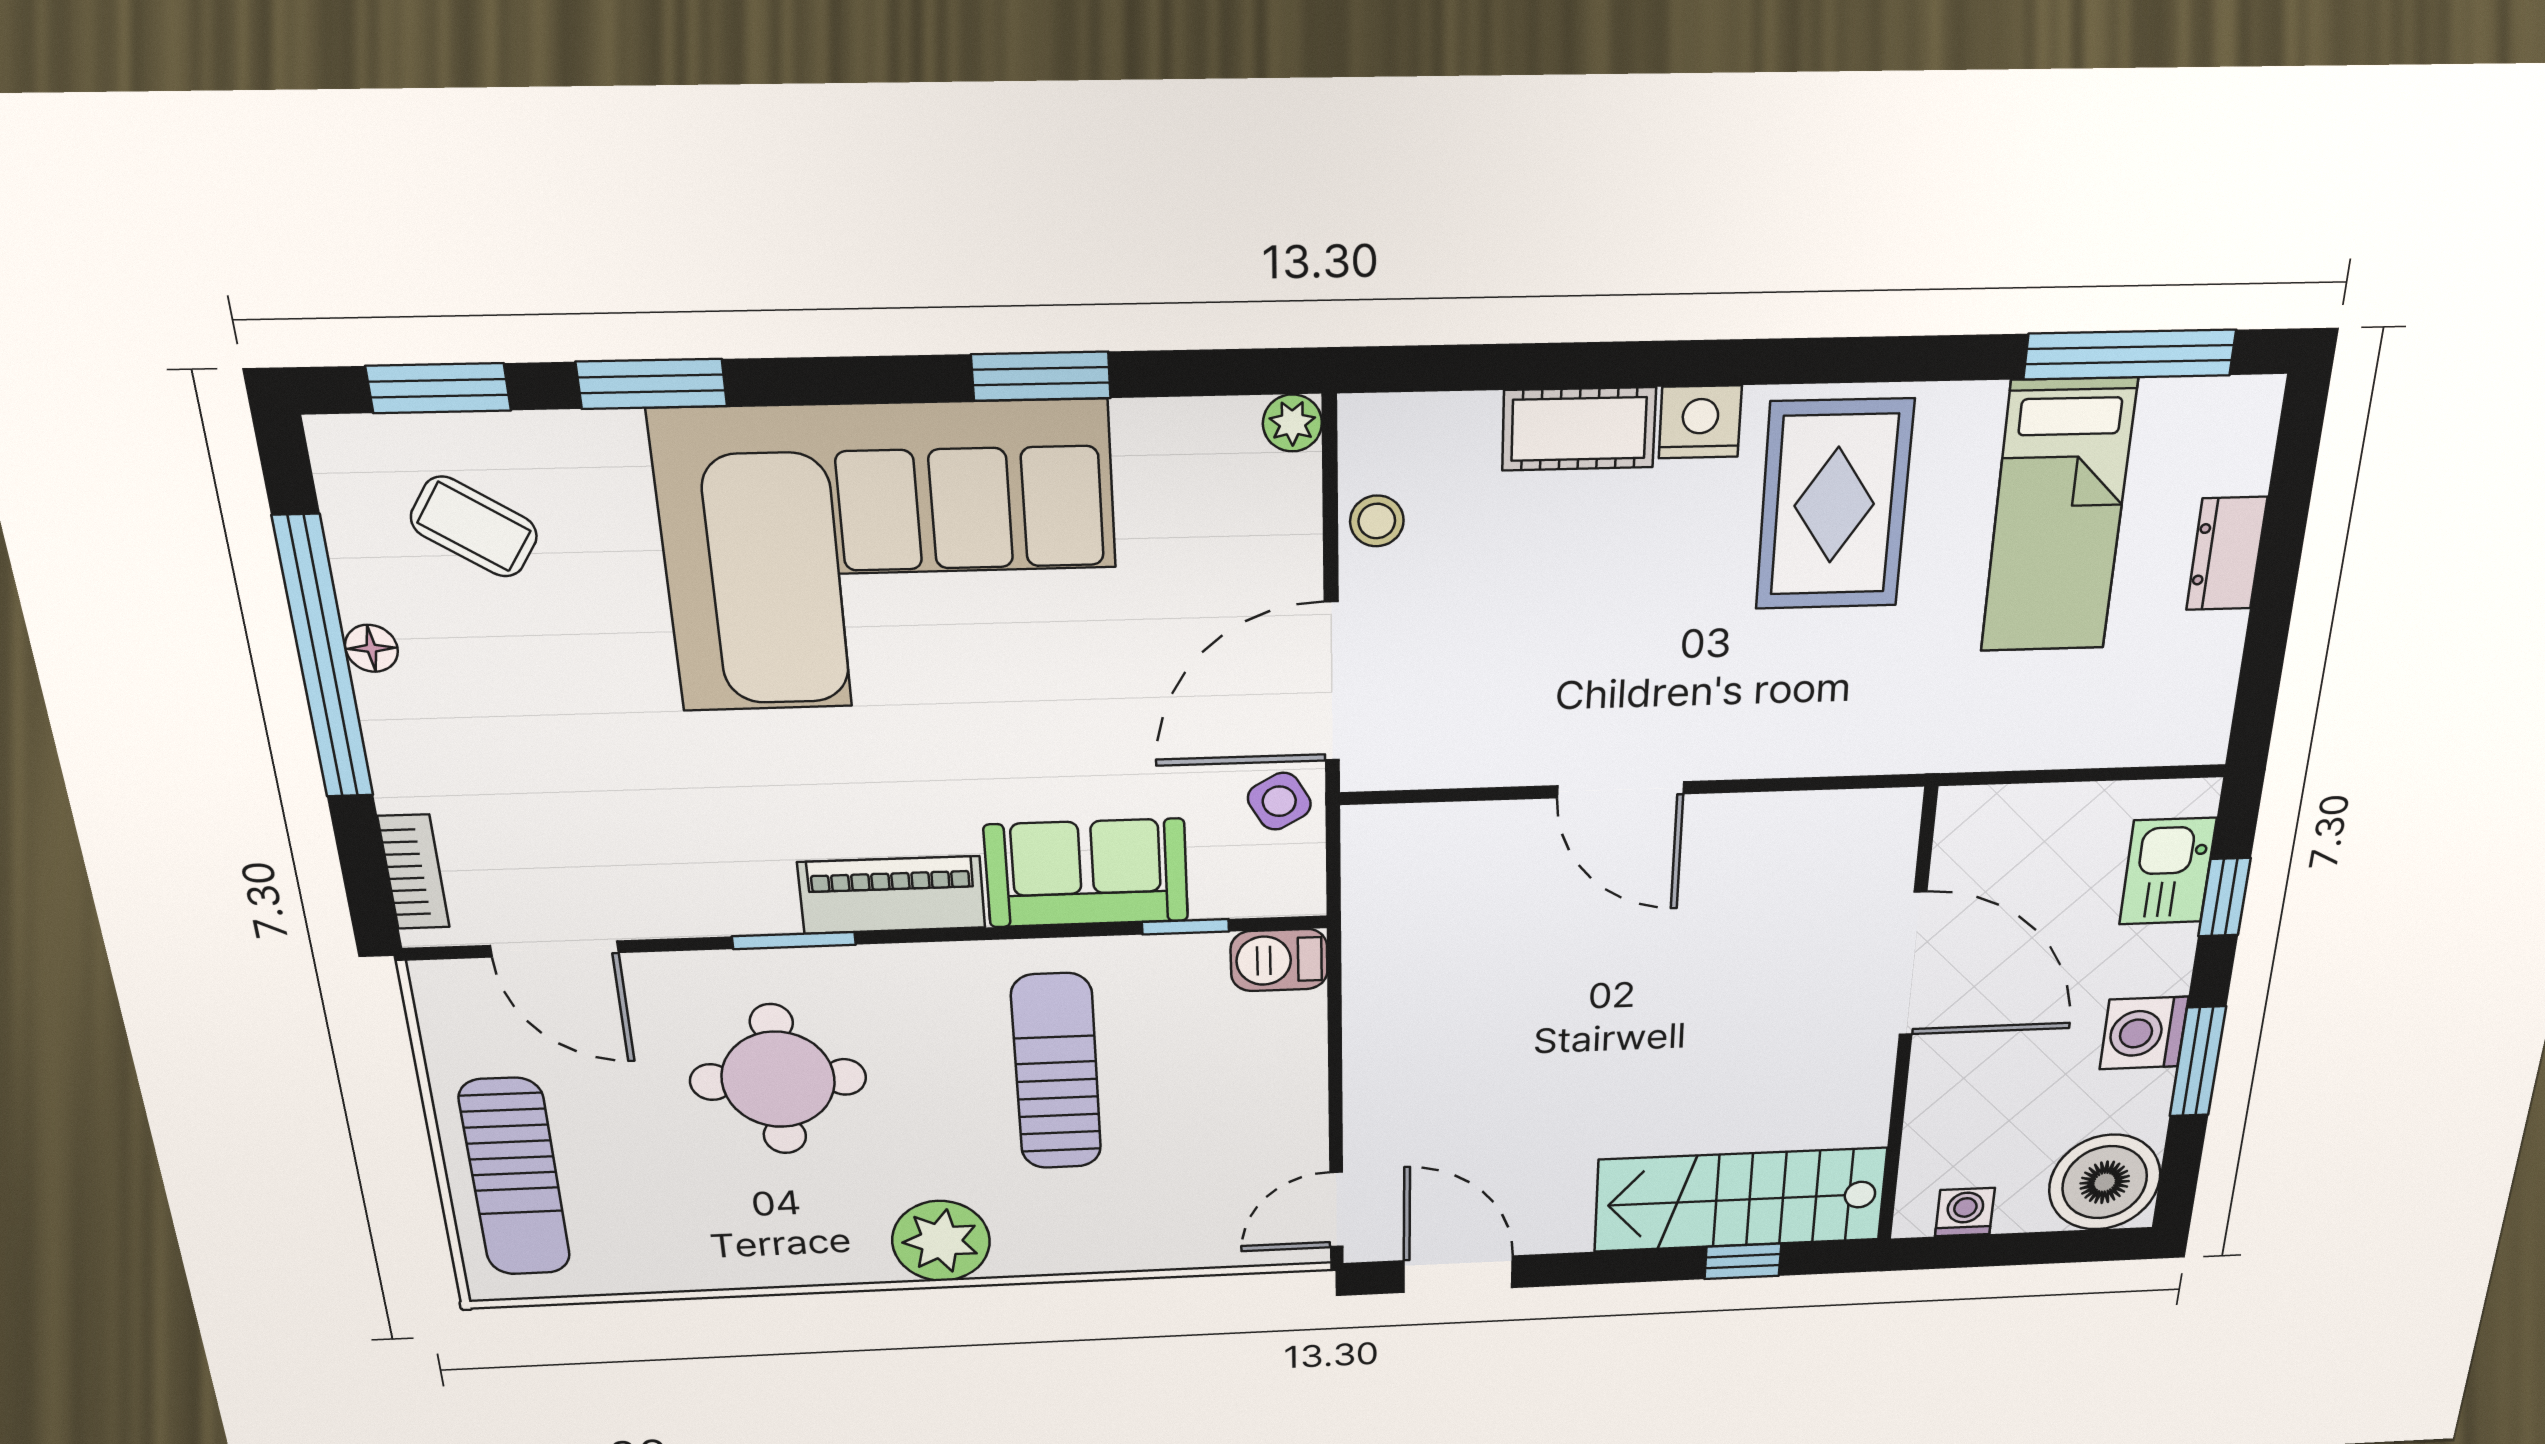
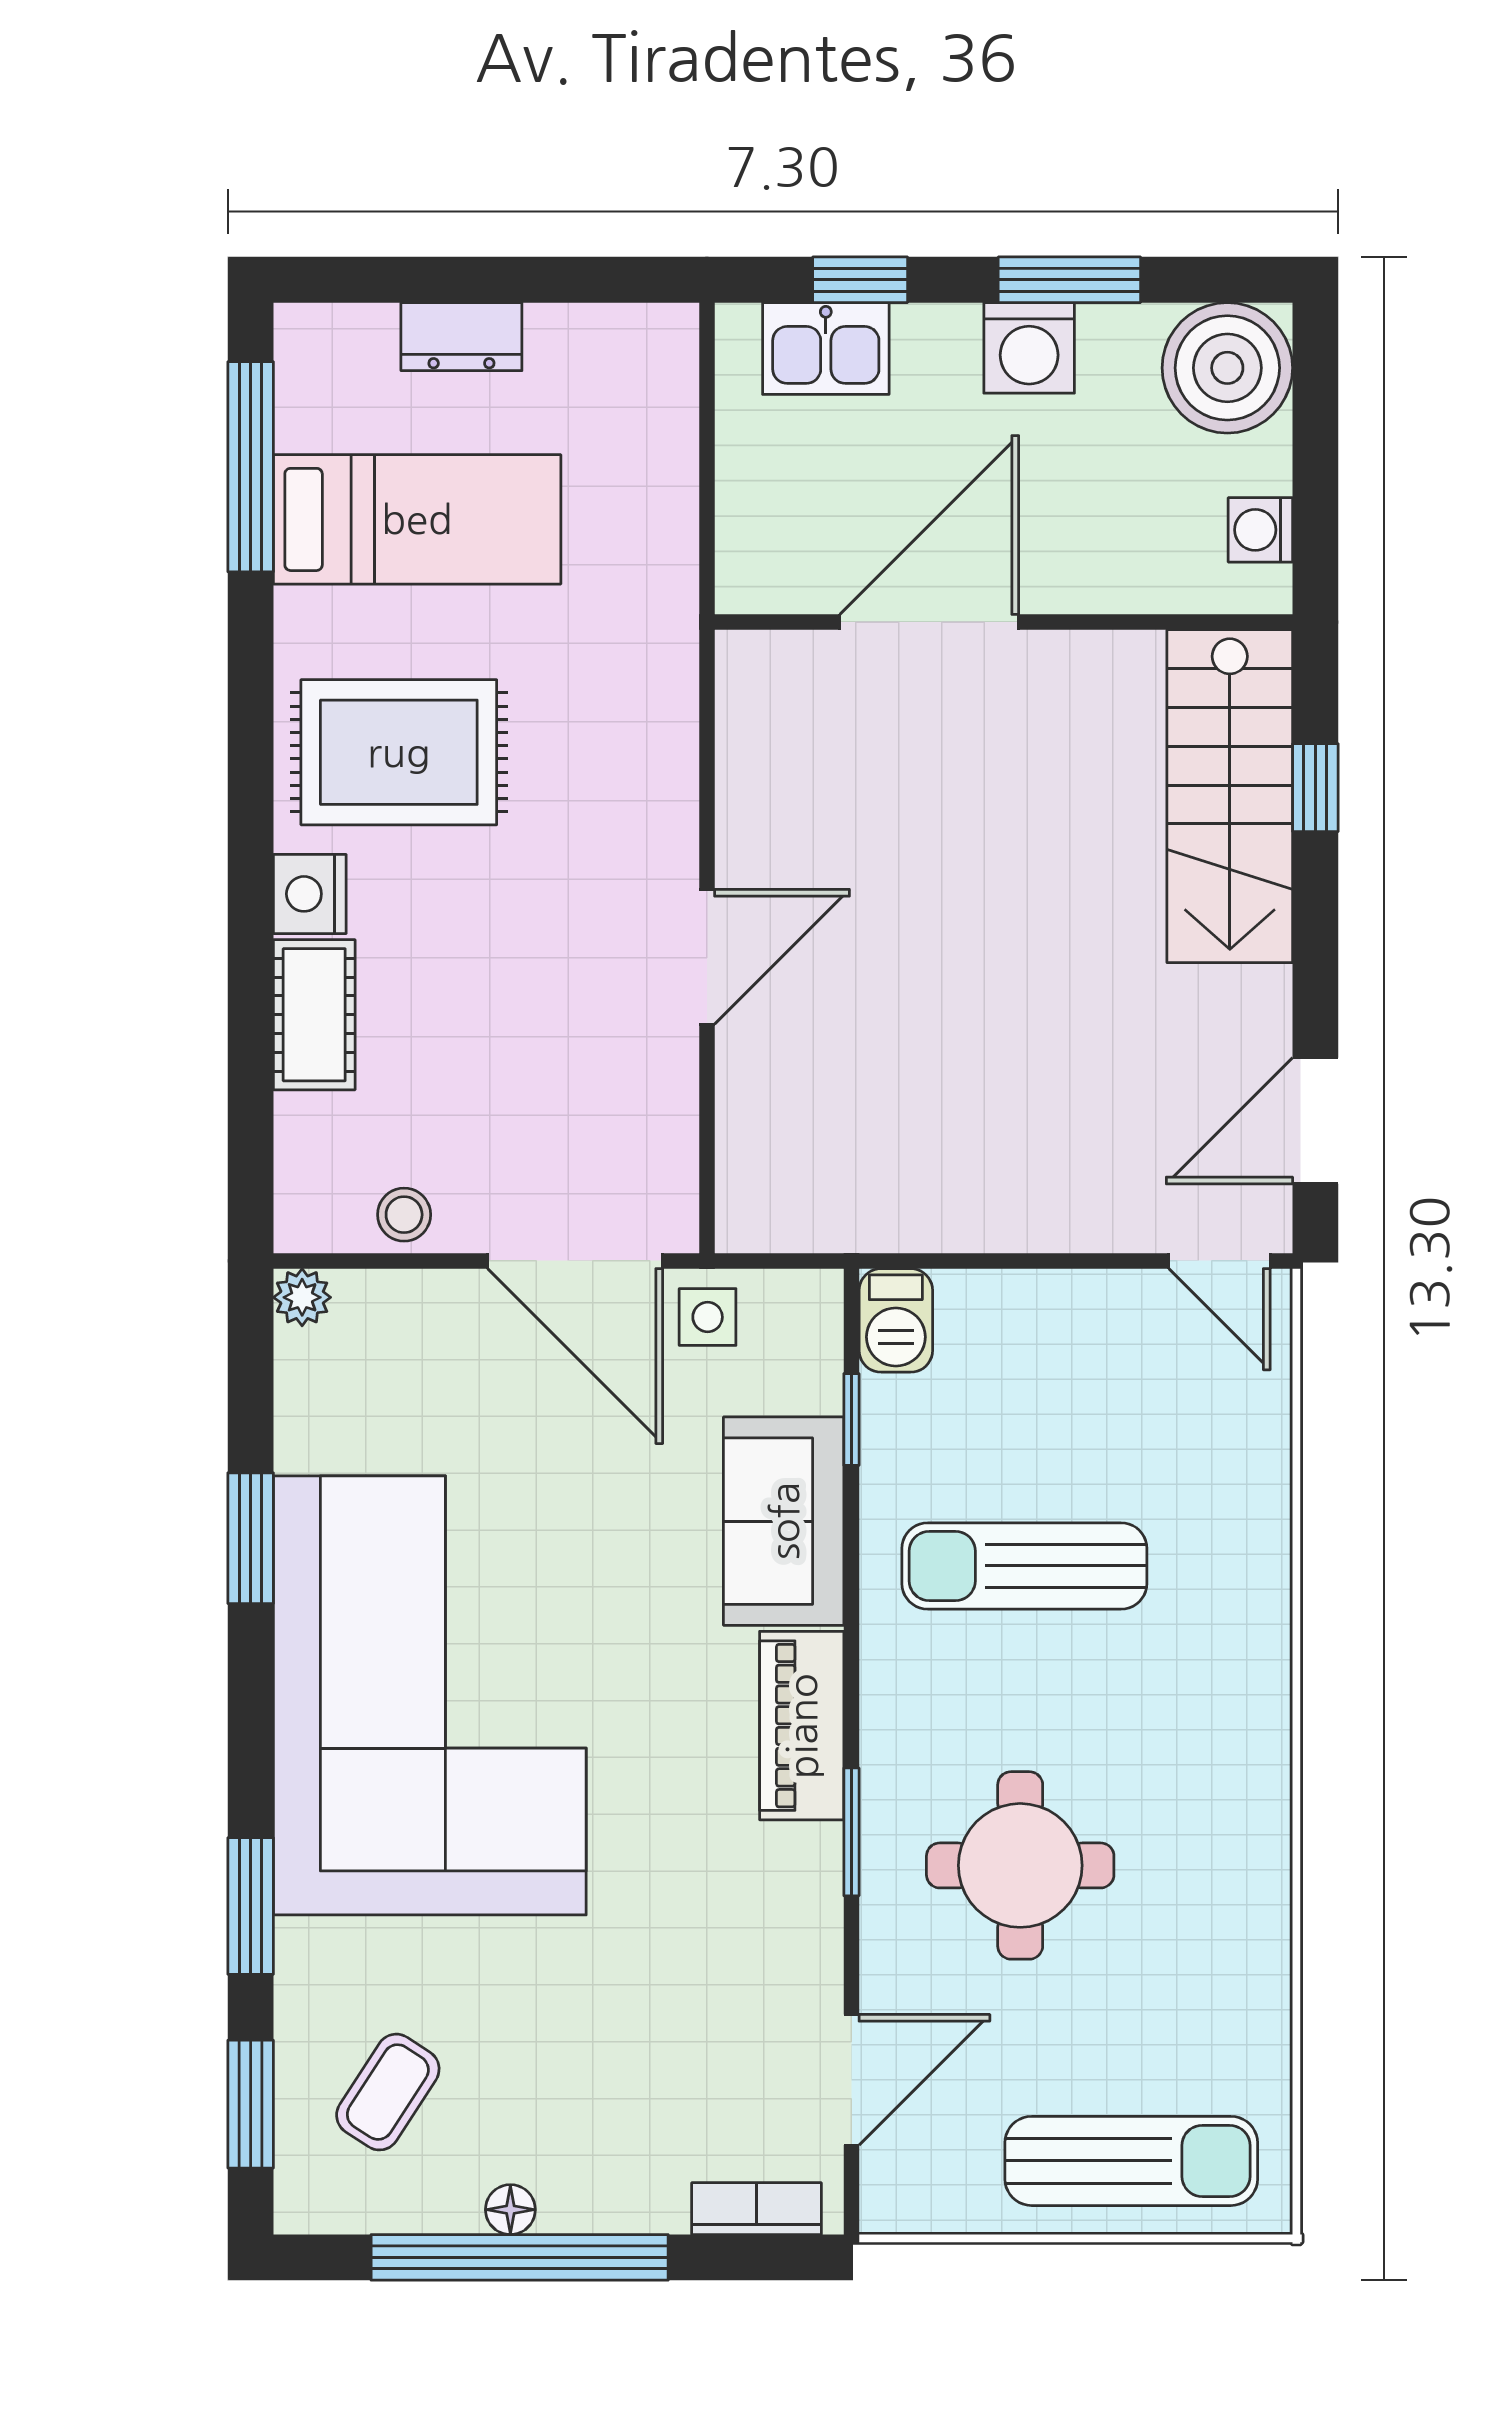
side table: (1279, 801) -> (708, 1317), turned 30
plant: (941, 1241) -> (1239, 1707), removed

